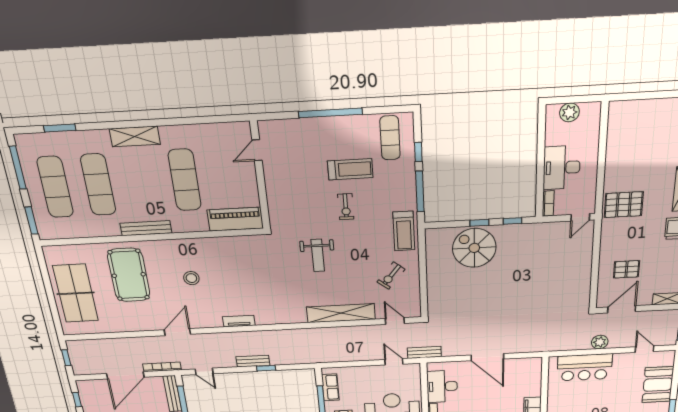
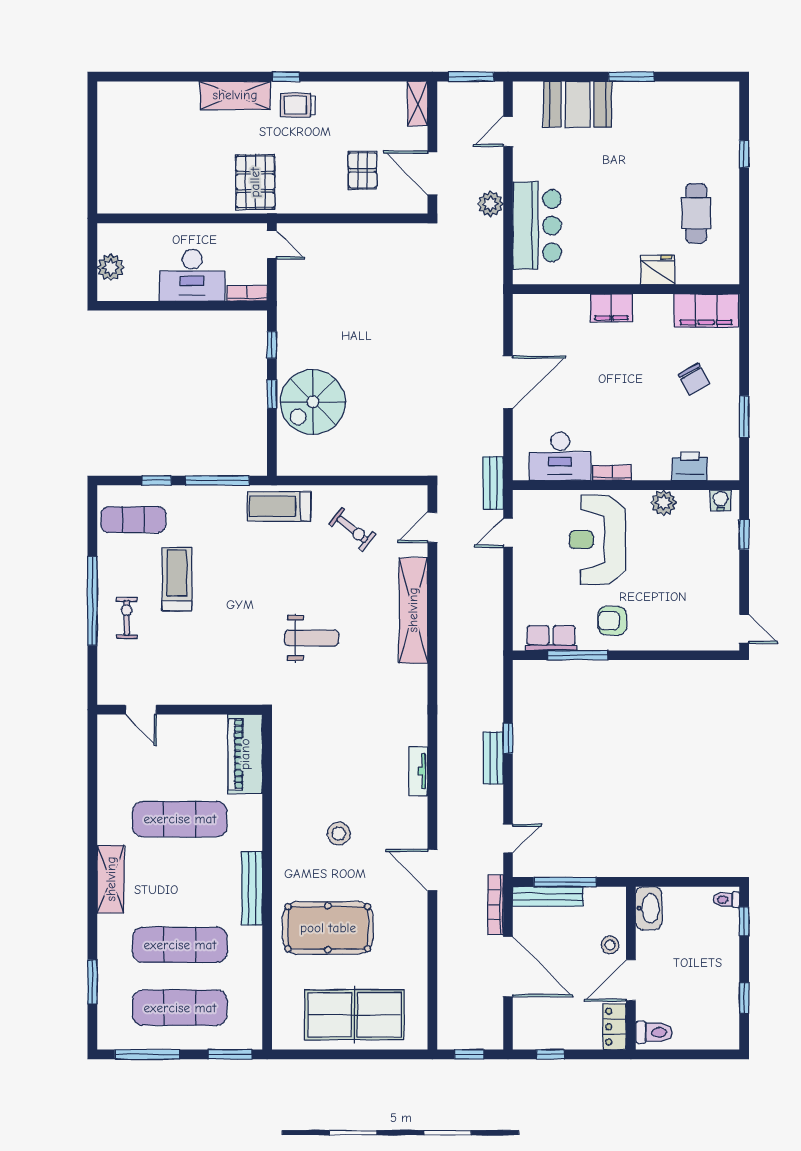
exercise bike: (346, 207) -> (127, 618), moved, turned -90
treadmill: (404, 231) -> (279, 506), turned 180

